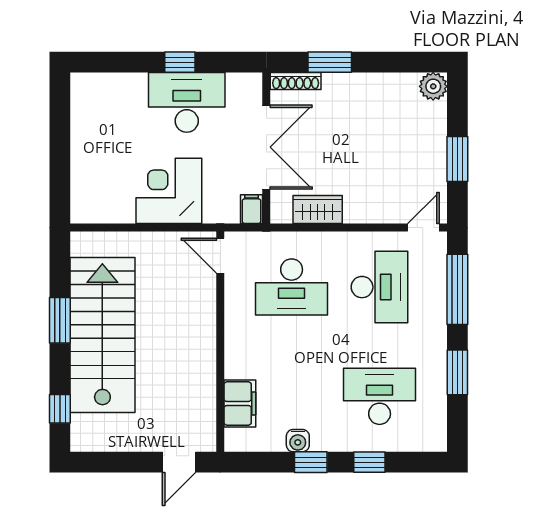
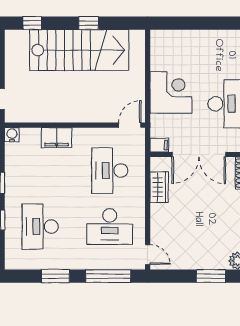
window: (457, 159) -> (211, 276), moved
window: (60, 320) -> (89, 23), width x0.67
desk: (380, 396) -> (40, 227), turned 180
filing cabinet: (240, 404) -> (57, 138), moved
water cooler: (298, 441) -> (12, 135), moved, turned 90

